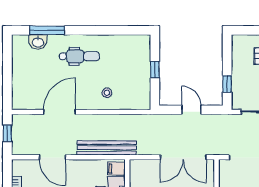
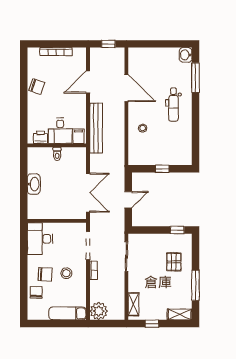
washbasin: (38, 42) -> (186, 55), moved
window: (227, 84) -> (177, 230), moved
double door: (183, 157) -> (88, 193), swing flipped

